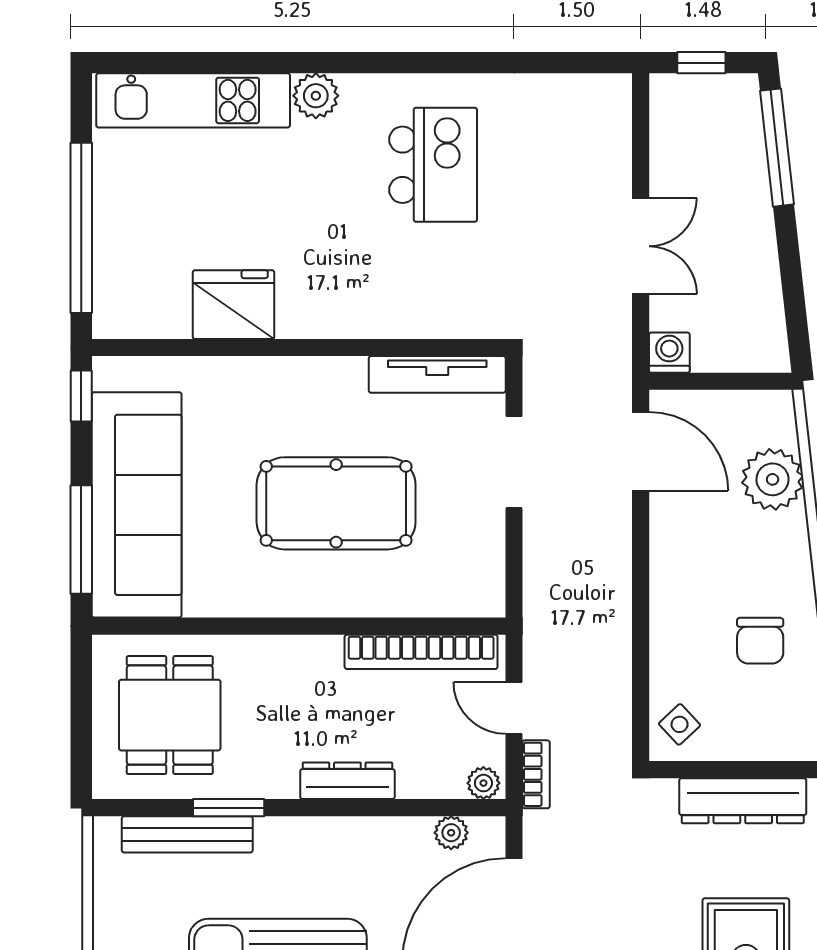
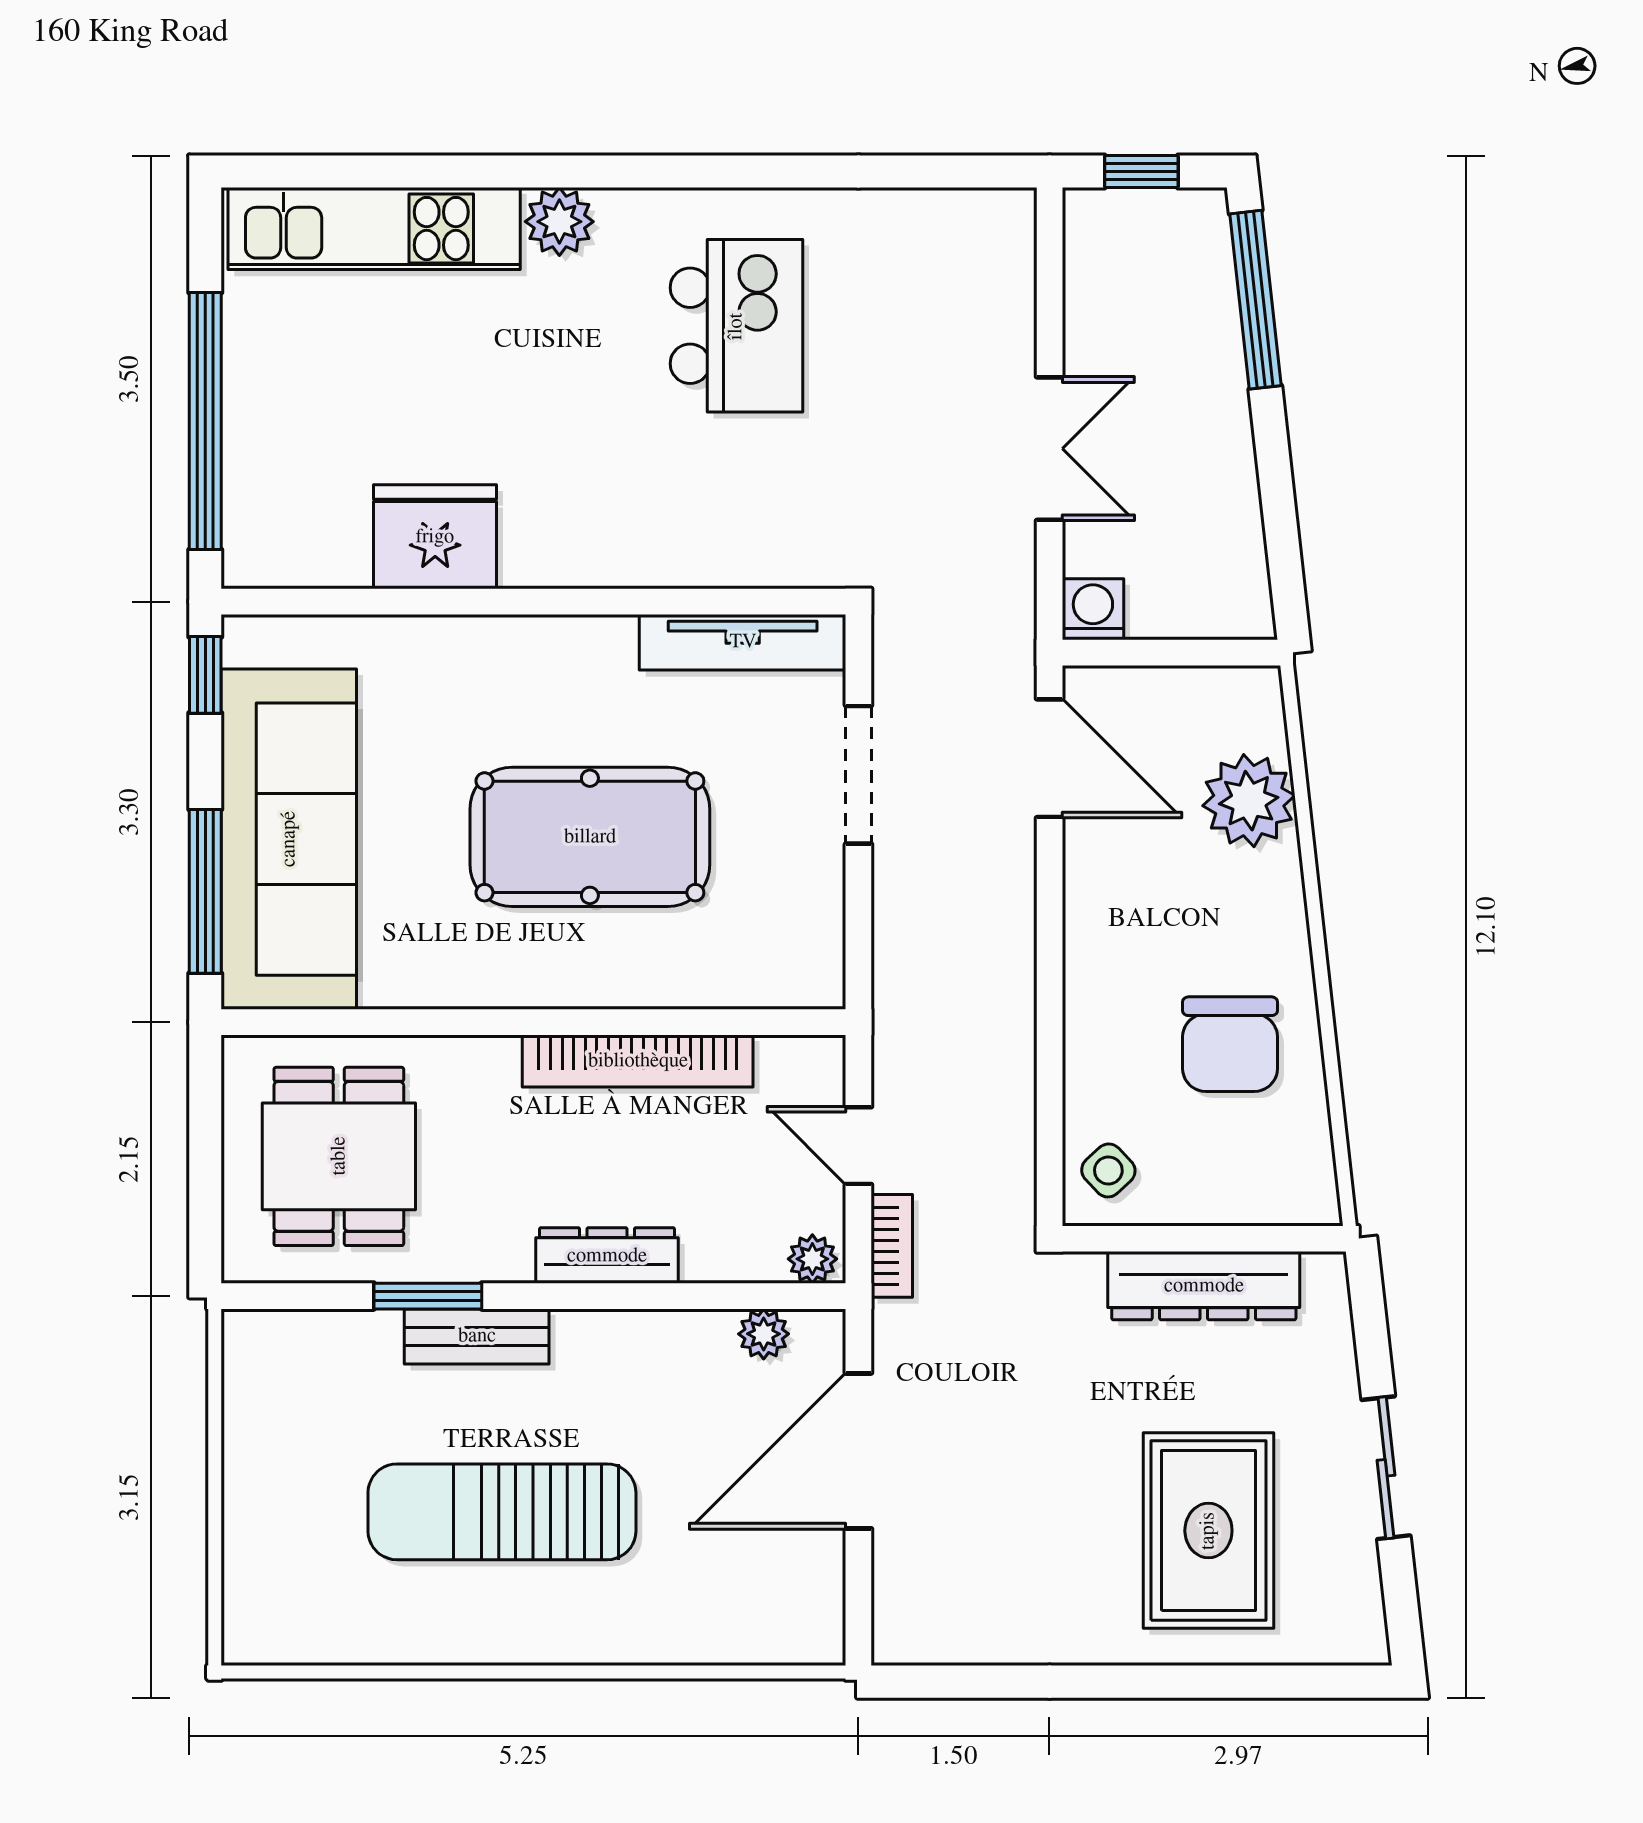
chair: (760, 641) -> (1230, 1044), width x1.37, depth x1.37
bookcase: (421, 652) -> (638, 1061), moved
bench: (187, 834) -> (477, 1336), moved, width x0.73

